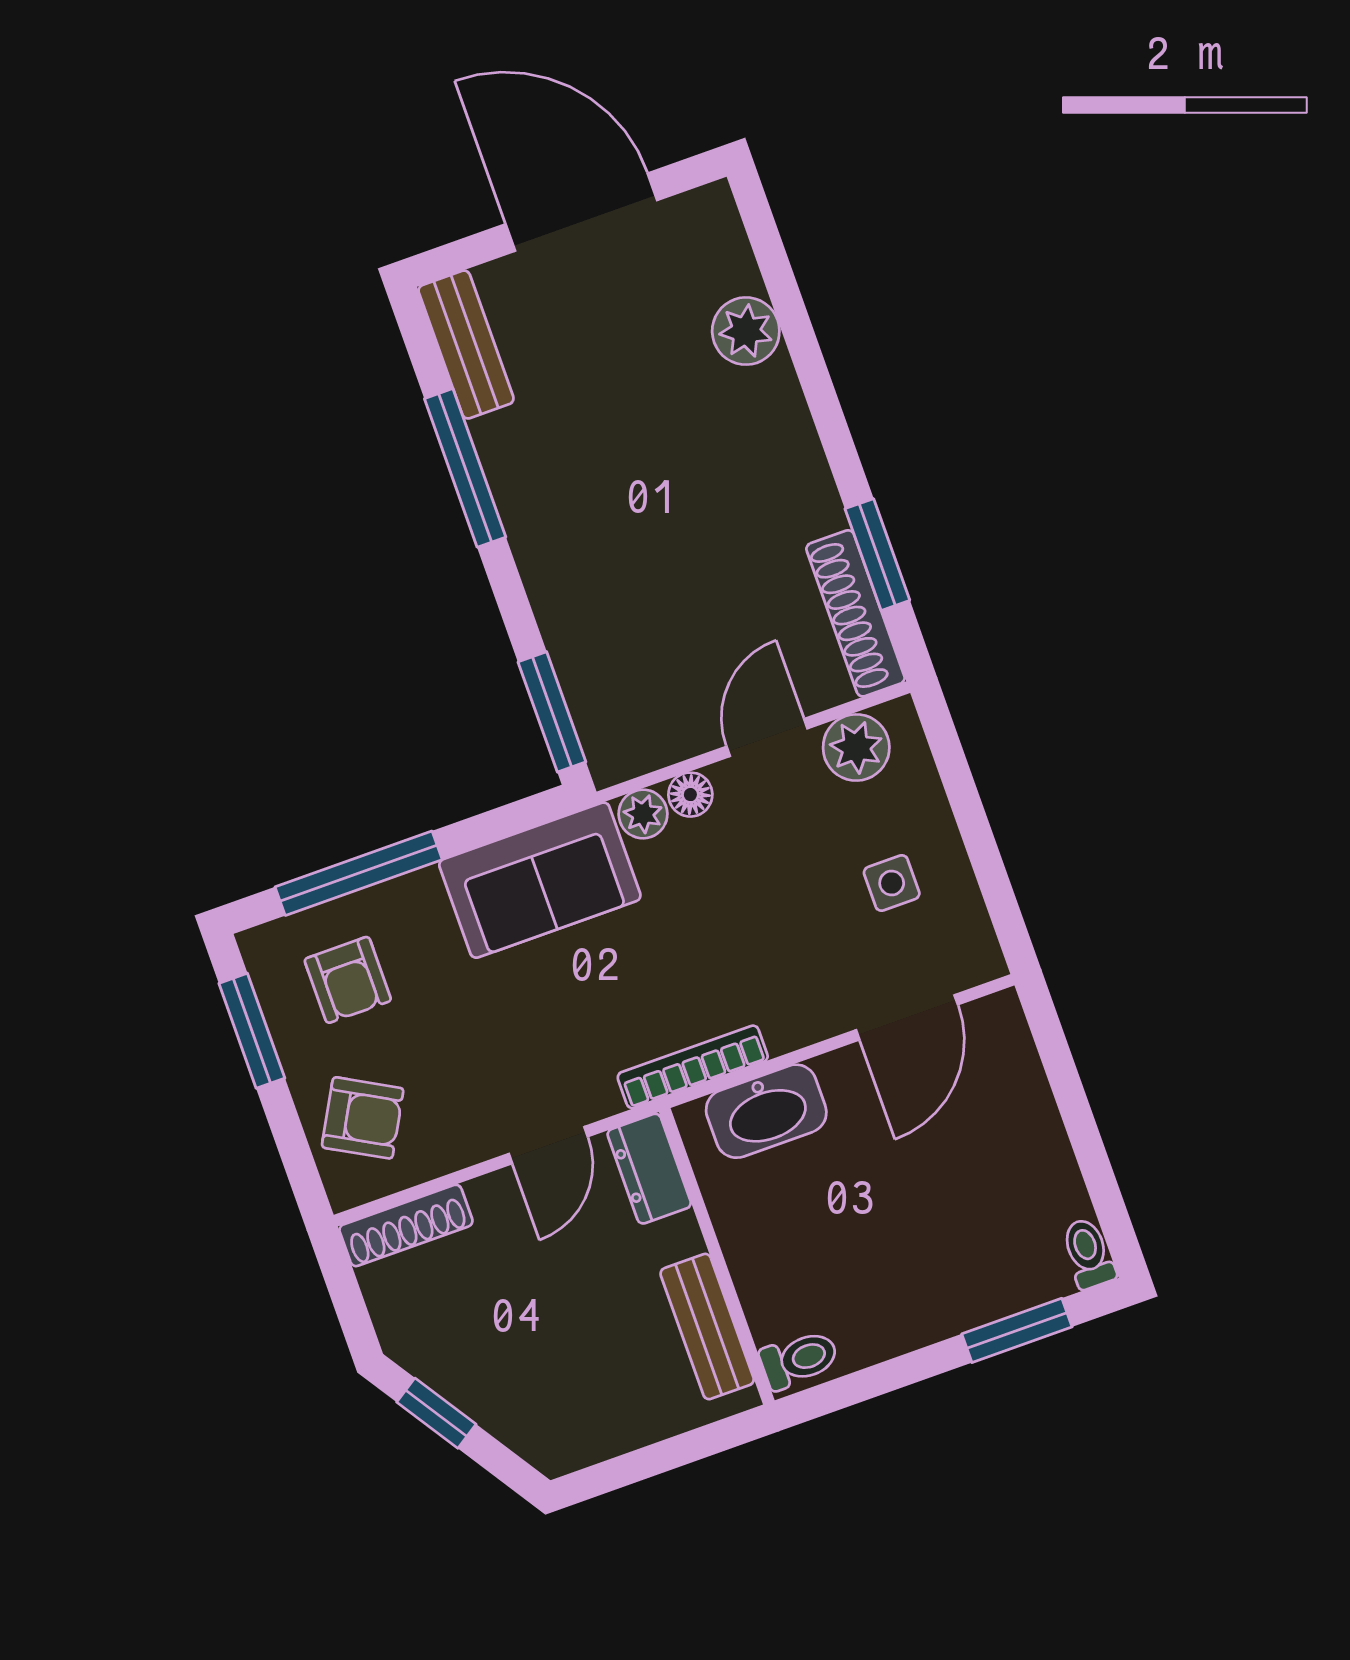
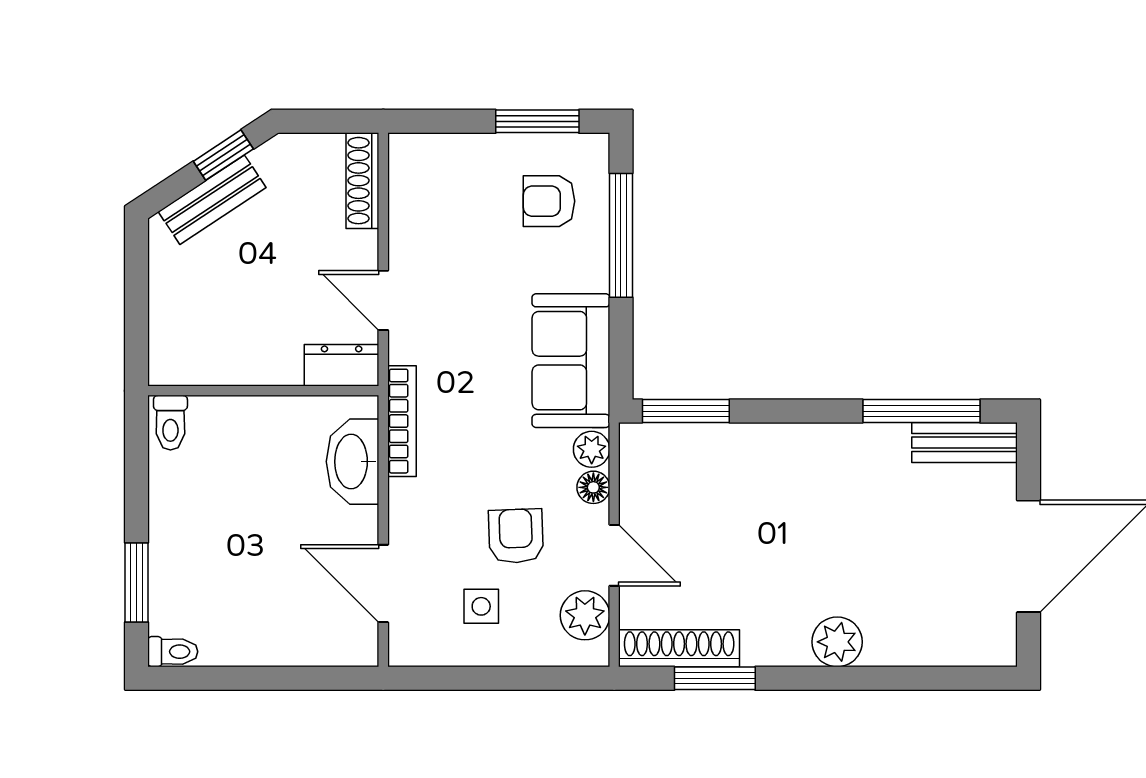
plant: (746, 331) -> (837, 642), moved
window: (465, 468) -> (921, 411), moved
armchair: (363, 1118) -> (516, 536), moved, turned 149
bench: (707, 1327) -> (212, 200), moved, turned -33

